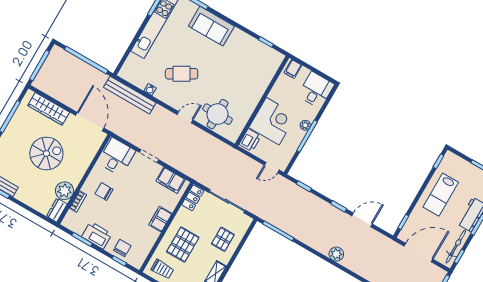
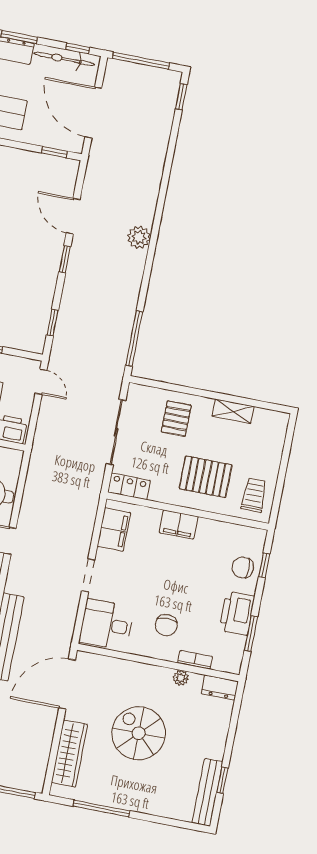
plant: (65, 191) -> (181, 678), width x0.53, depth x0.53
pallet: (223, 239) -> (176, 419), turned 90

